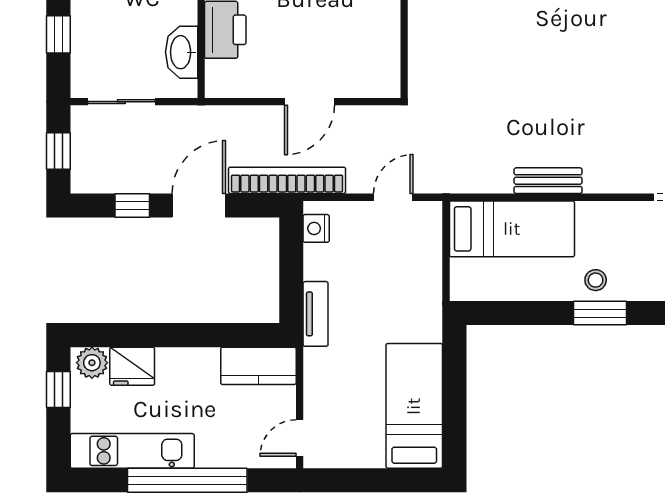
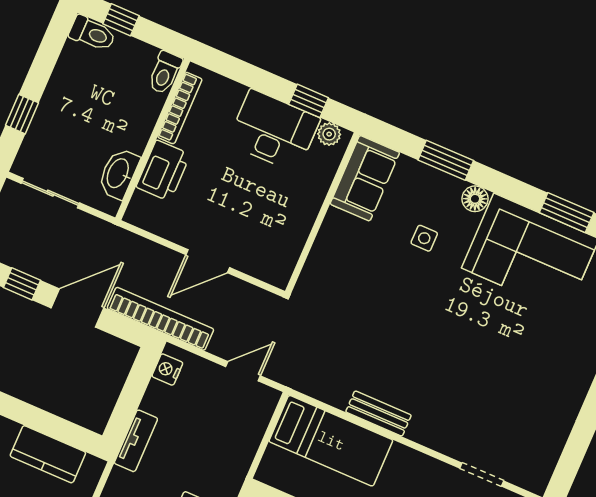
kitchen counter: (258, 366) -> (48, 454), moved

